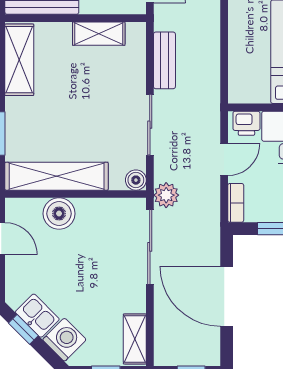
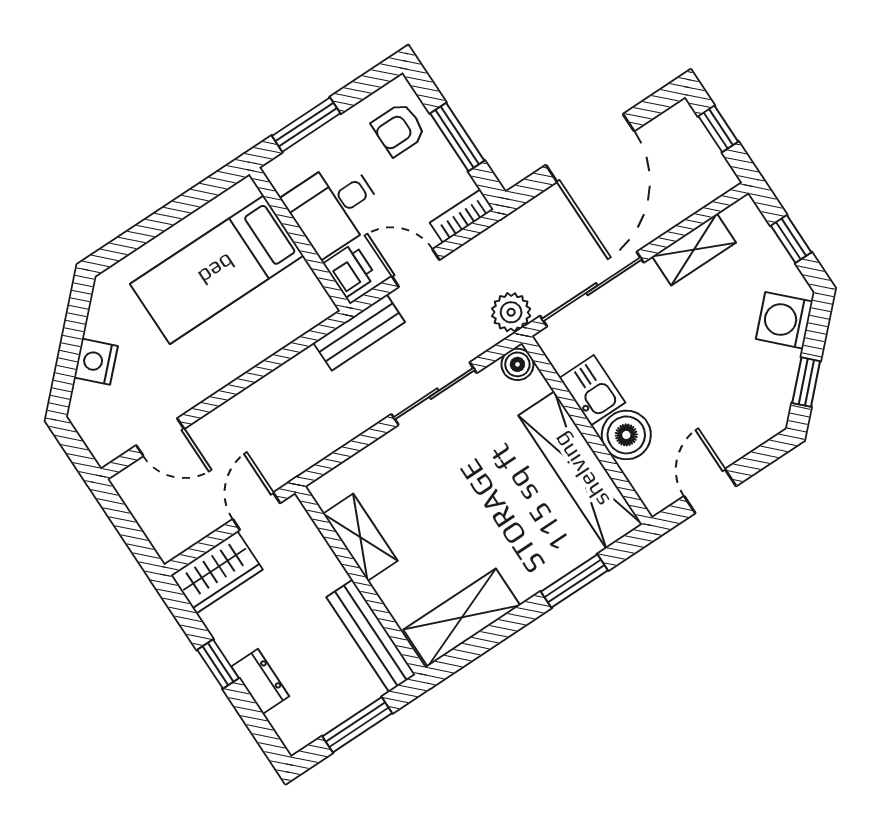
bench: (164, 60) -> (359, 332), moved
kitchen sink: (37, 316) -> (592, 390), moved, turned 135
shelving: (135, 339) -> (694, 250), moved

